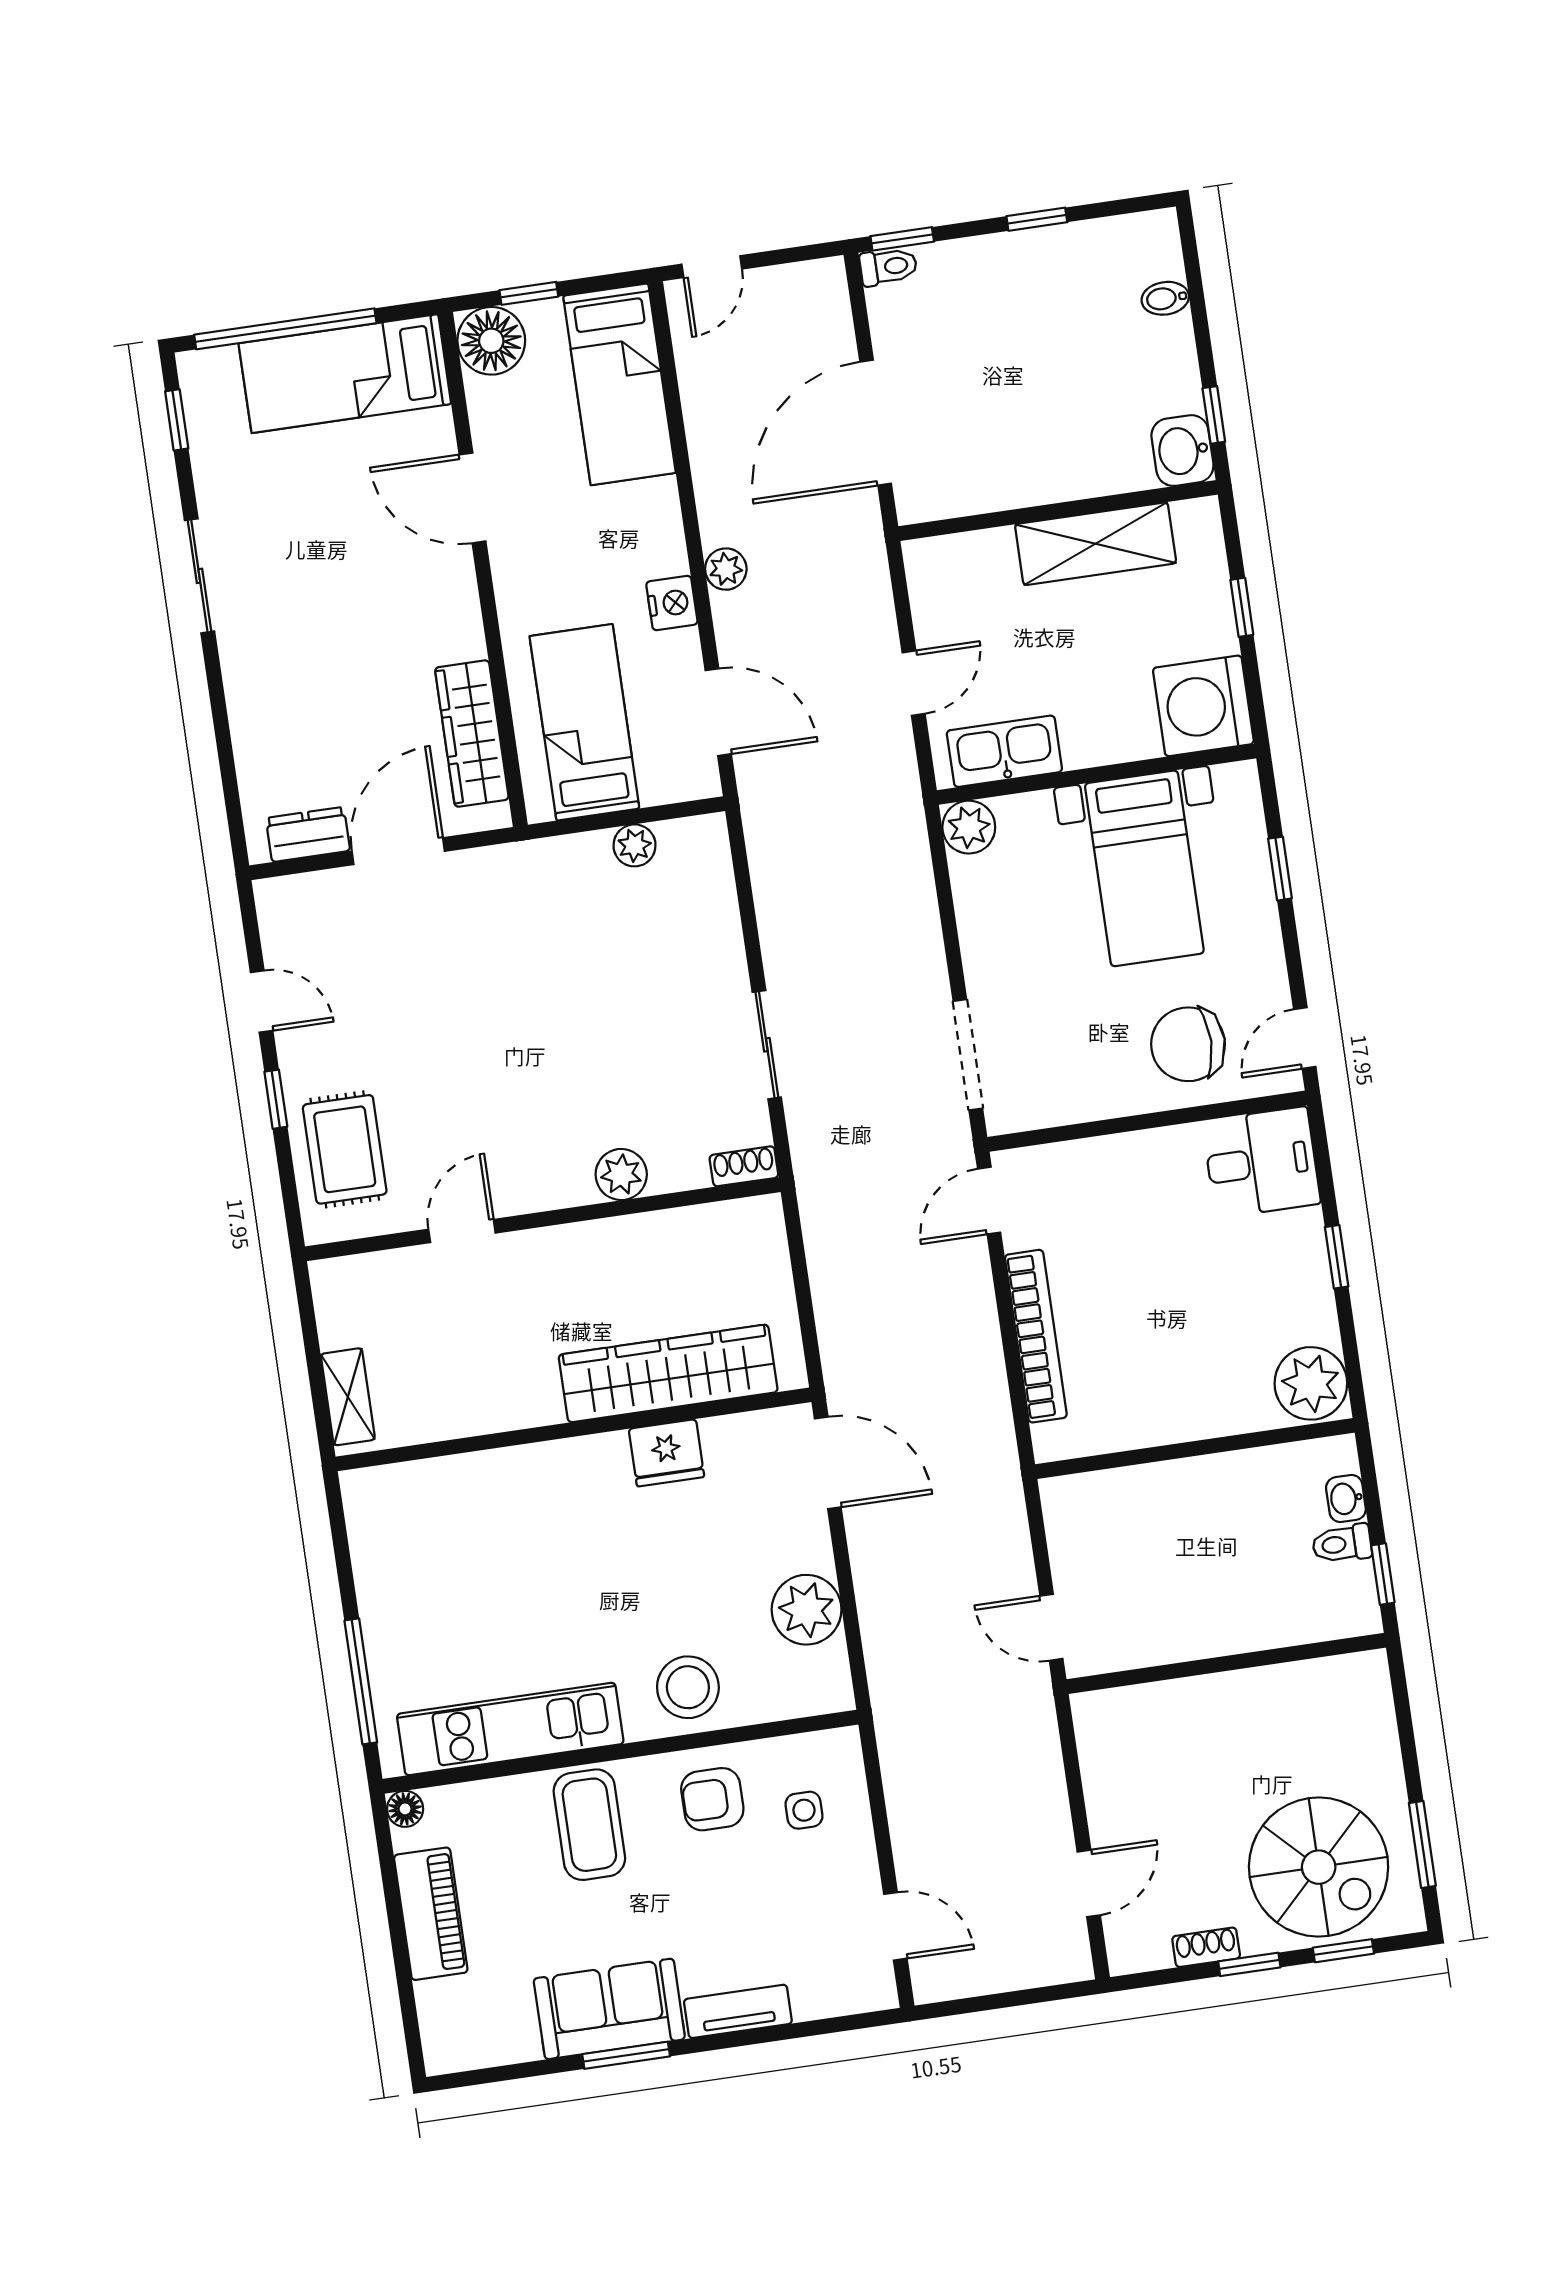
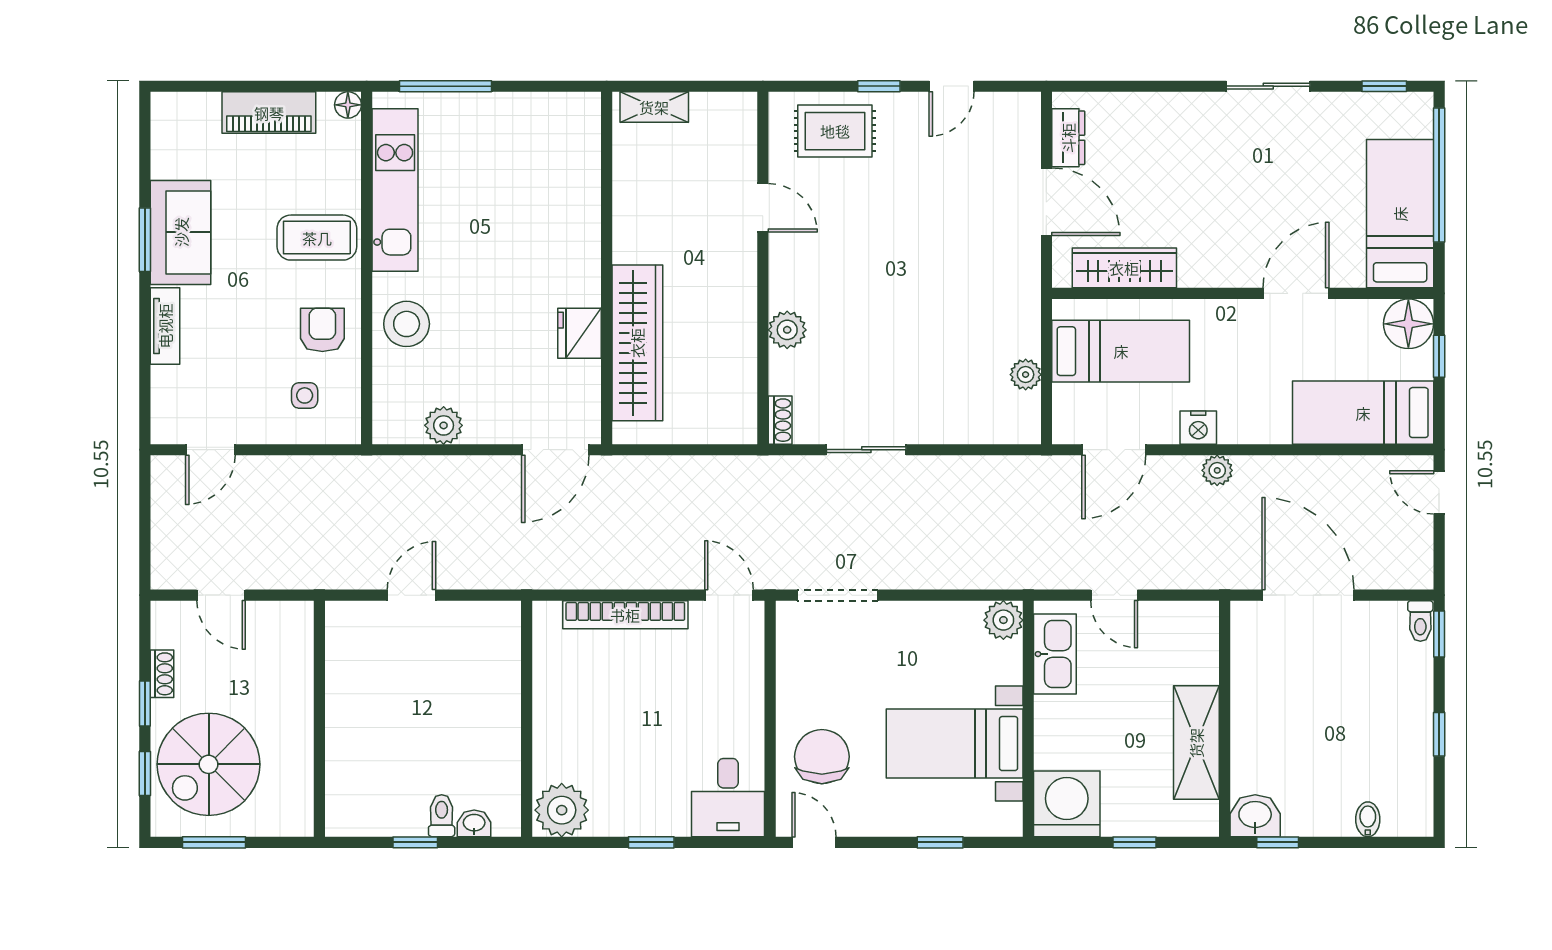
plant: (807, 1610) -> (444, 425), width x0.73, depth x0.73
wall: (1226, 1663) -> (319, 719), moved

